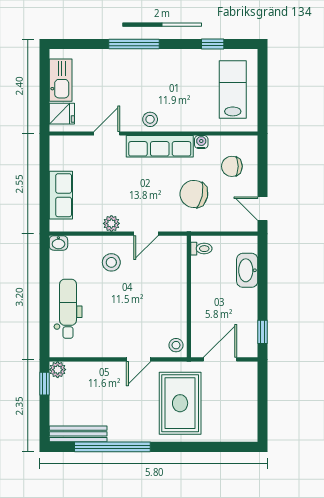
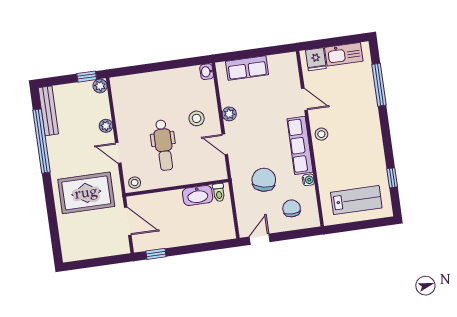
window: (134, 44) -> (379, 85), moved
washbasin: (247, 270) -> (198, 195), moved, turned 180
dental chair: (68, 309) -> (164, 145), moved, turned 90
plant: (105, 369) -> (106, 126), added

